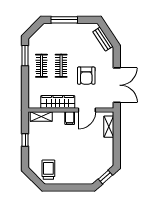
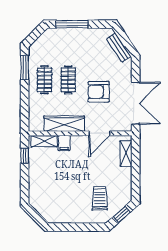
armchair: (86, 76) -> (99, 92), turned 90
filing cabinet: (70, 118) -> (64, 143), moved
window: (25, 140) -> (25, 156), moved
trolley: (48, 170) -> (100, 198), moved

